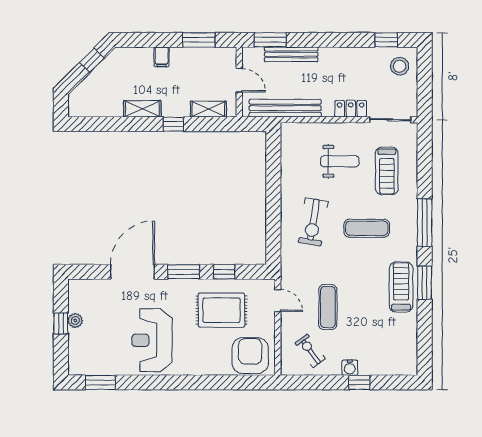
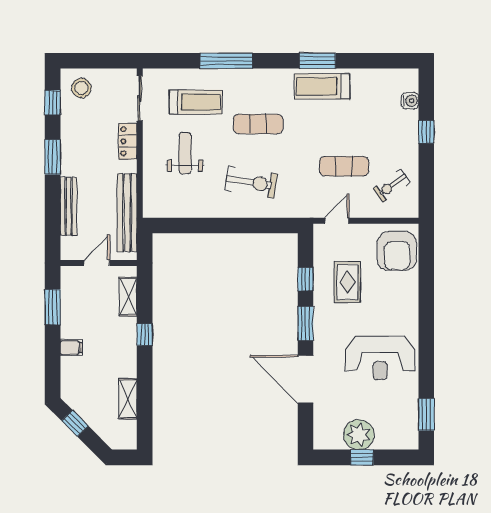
window: (270, 40) -> (53, 157), moved
shelving: (142, 109) -> (128, 399), moved
window: (425, 223) -> (226, 61), moved
exercise mat: (367, 228) -> (258, 124), turned 90
rug: (222, 310) -> (347, 282), width x0.73, depth x0.70
plant: (75, 321) -> (359, 435), width x1.87, depth x1.87
armchair: (250, 356) -> (397, 251), turned -90
water cooler: (350, 368) -> (410, 101), moved

